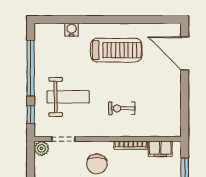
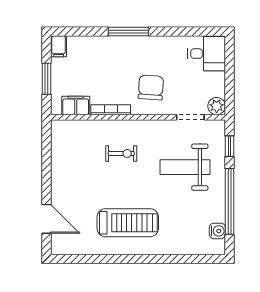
water cooler: (72, 30) -> (217, 231), moved, turned -90
treadmill: (116, 50) -> (128, 223), turned 180
door: (185, 53) -> (47, 219), width x0.73

